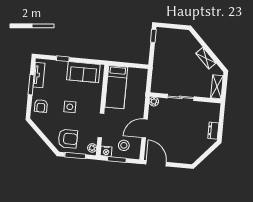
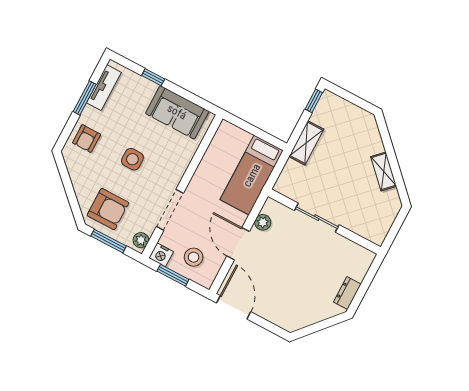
bed: (116, 87) -> (252, 175), moved
shelving: (217, 87) -> (306, 143), moved
plant: (154, 102) -> (263, 222), moved
door: (145, 128) -> (238, 244), hinge flipped

